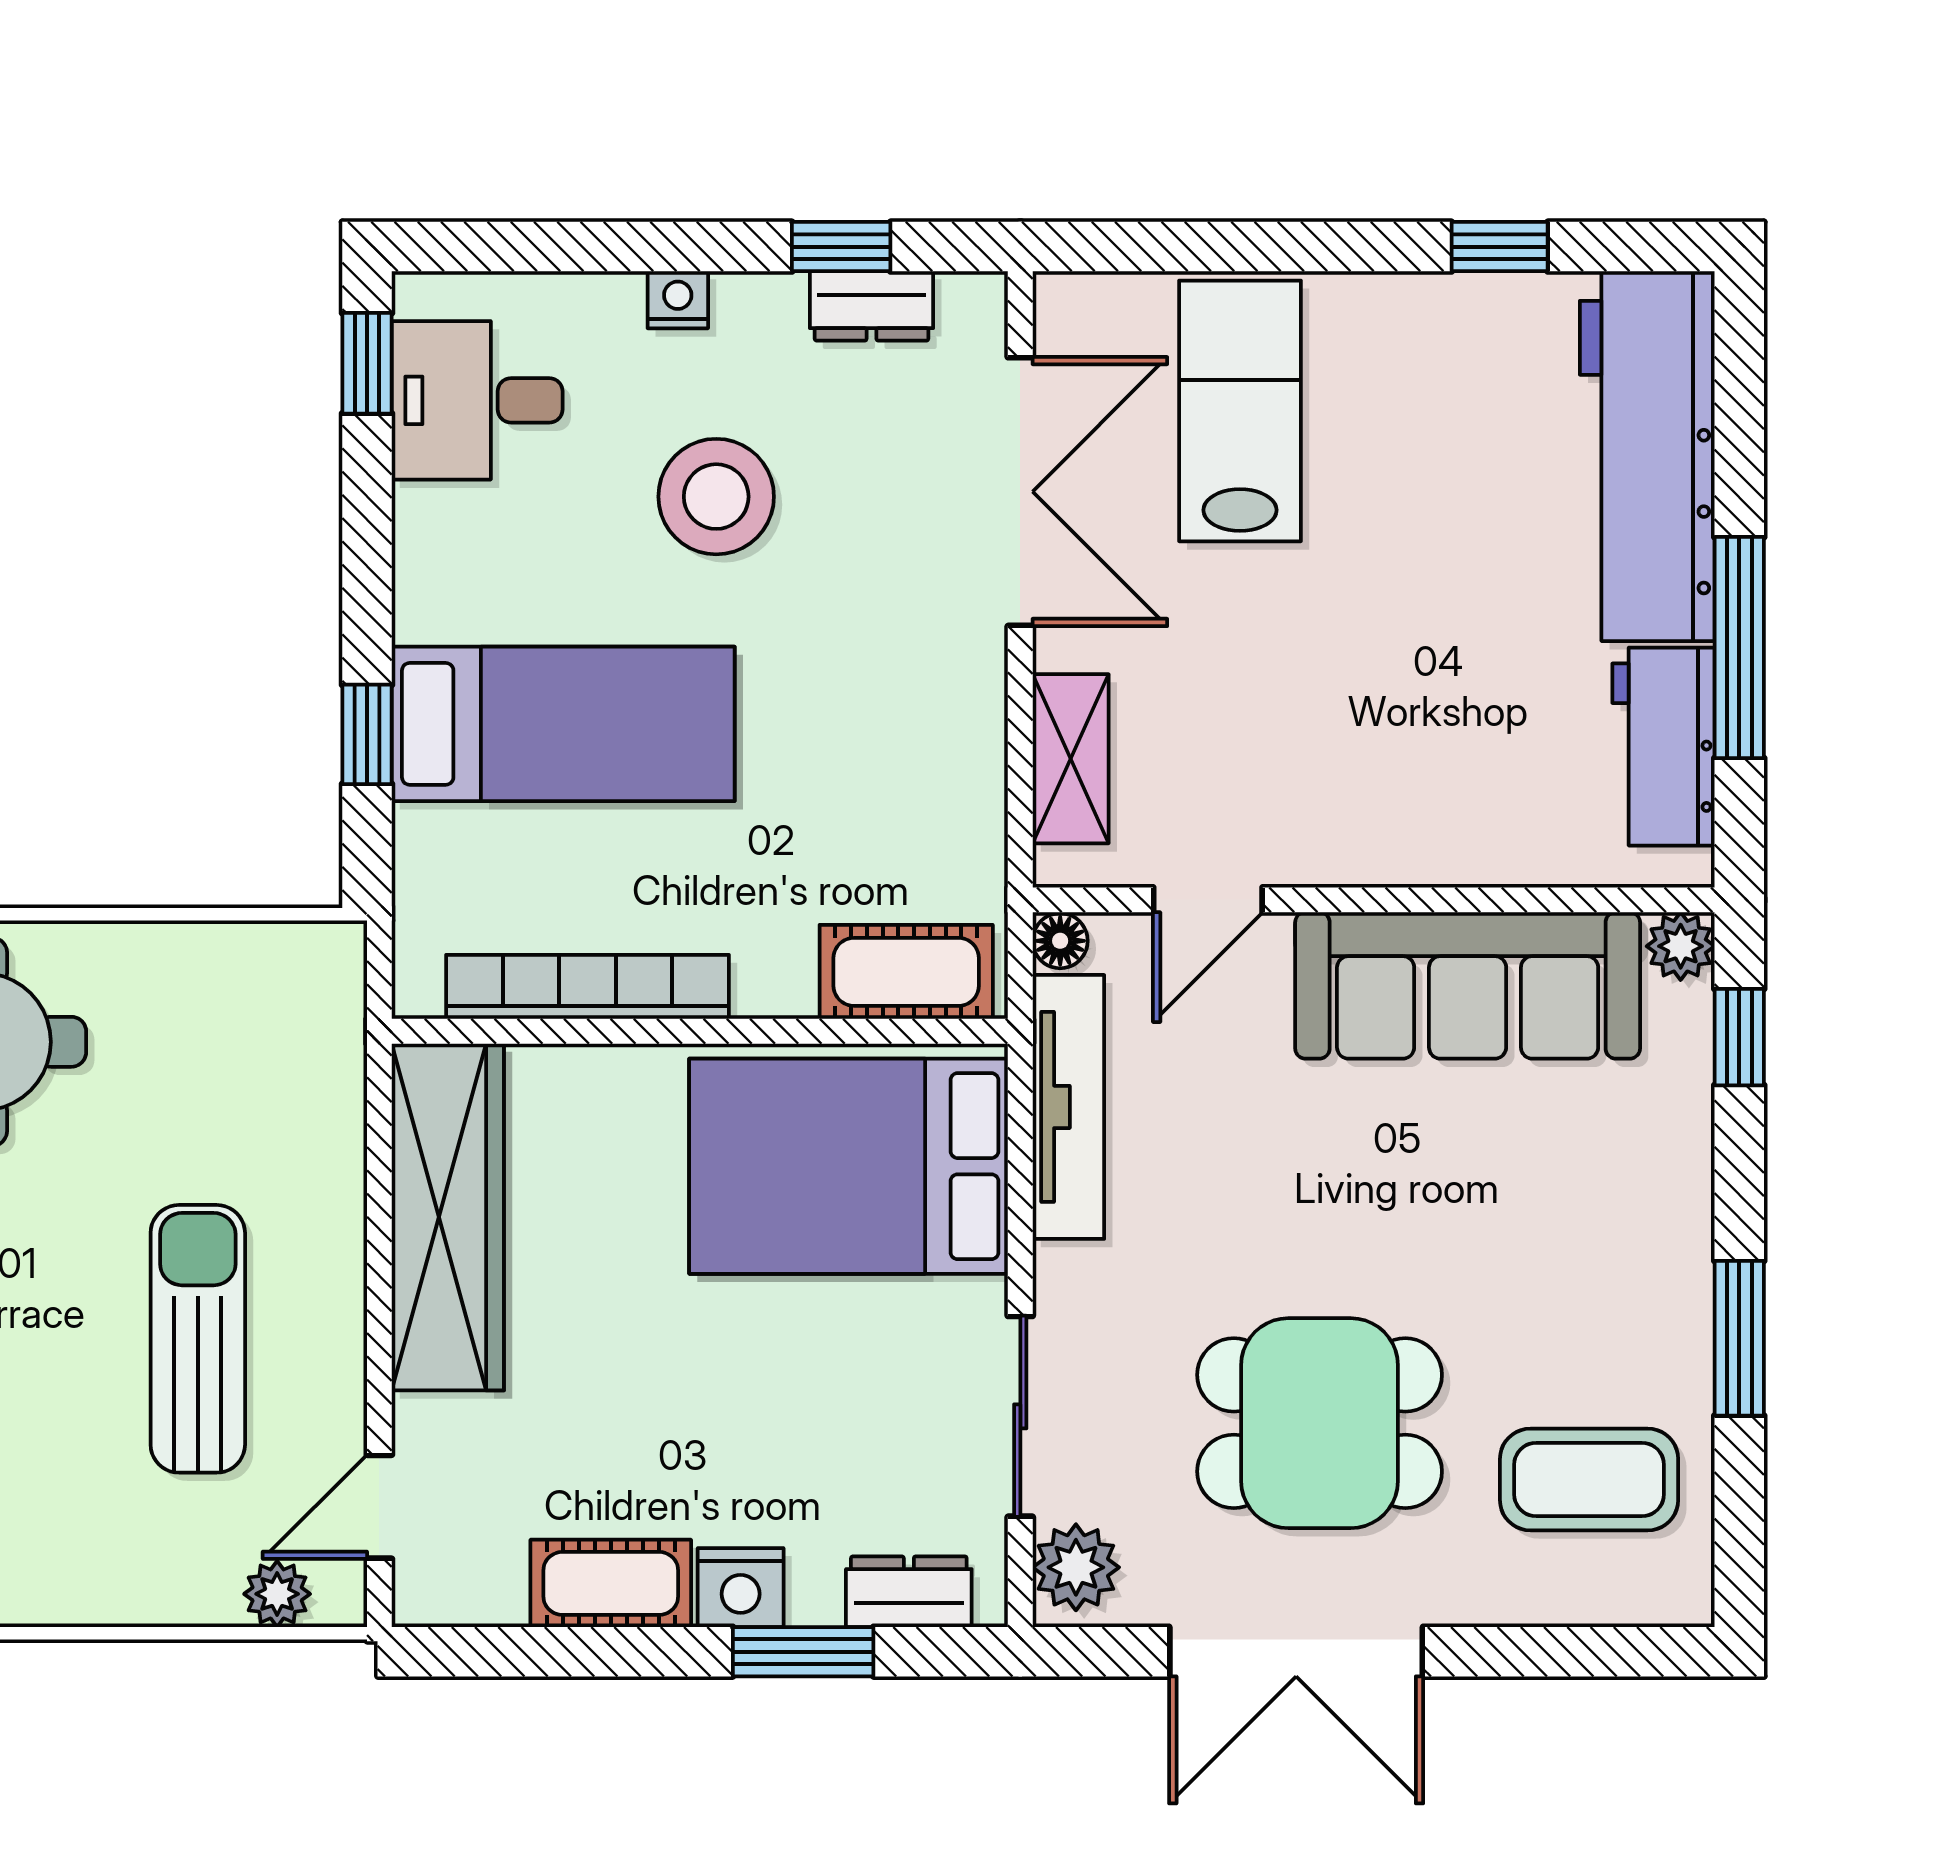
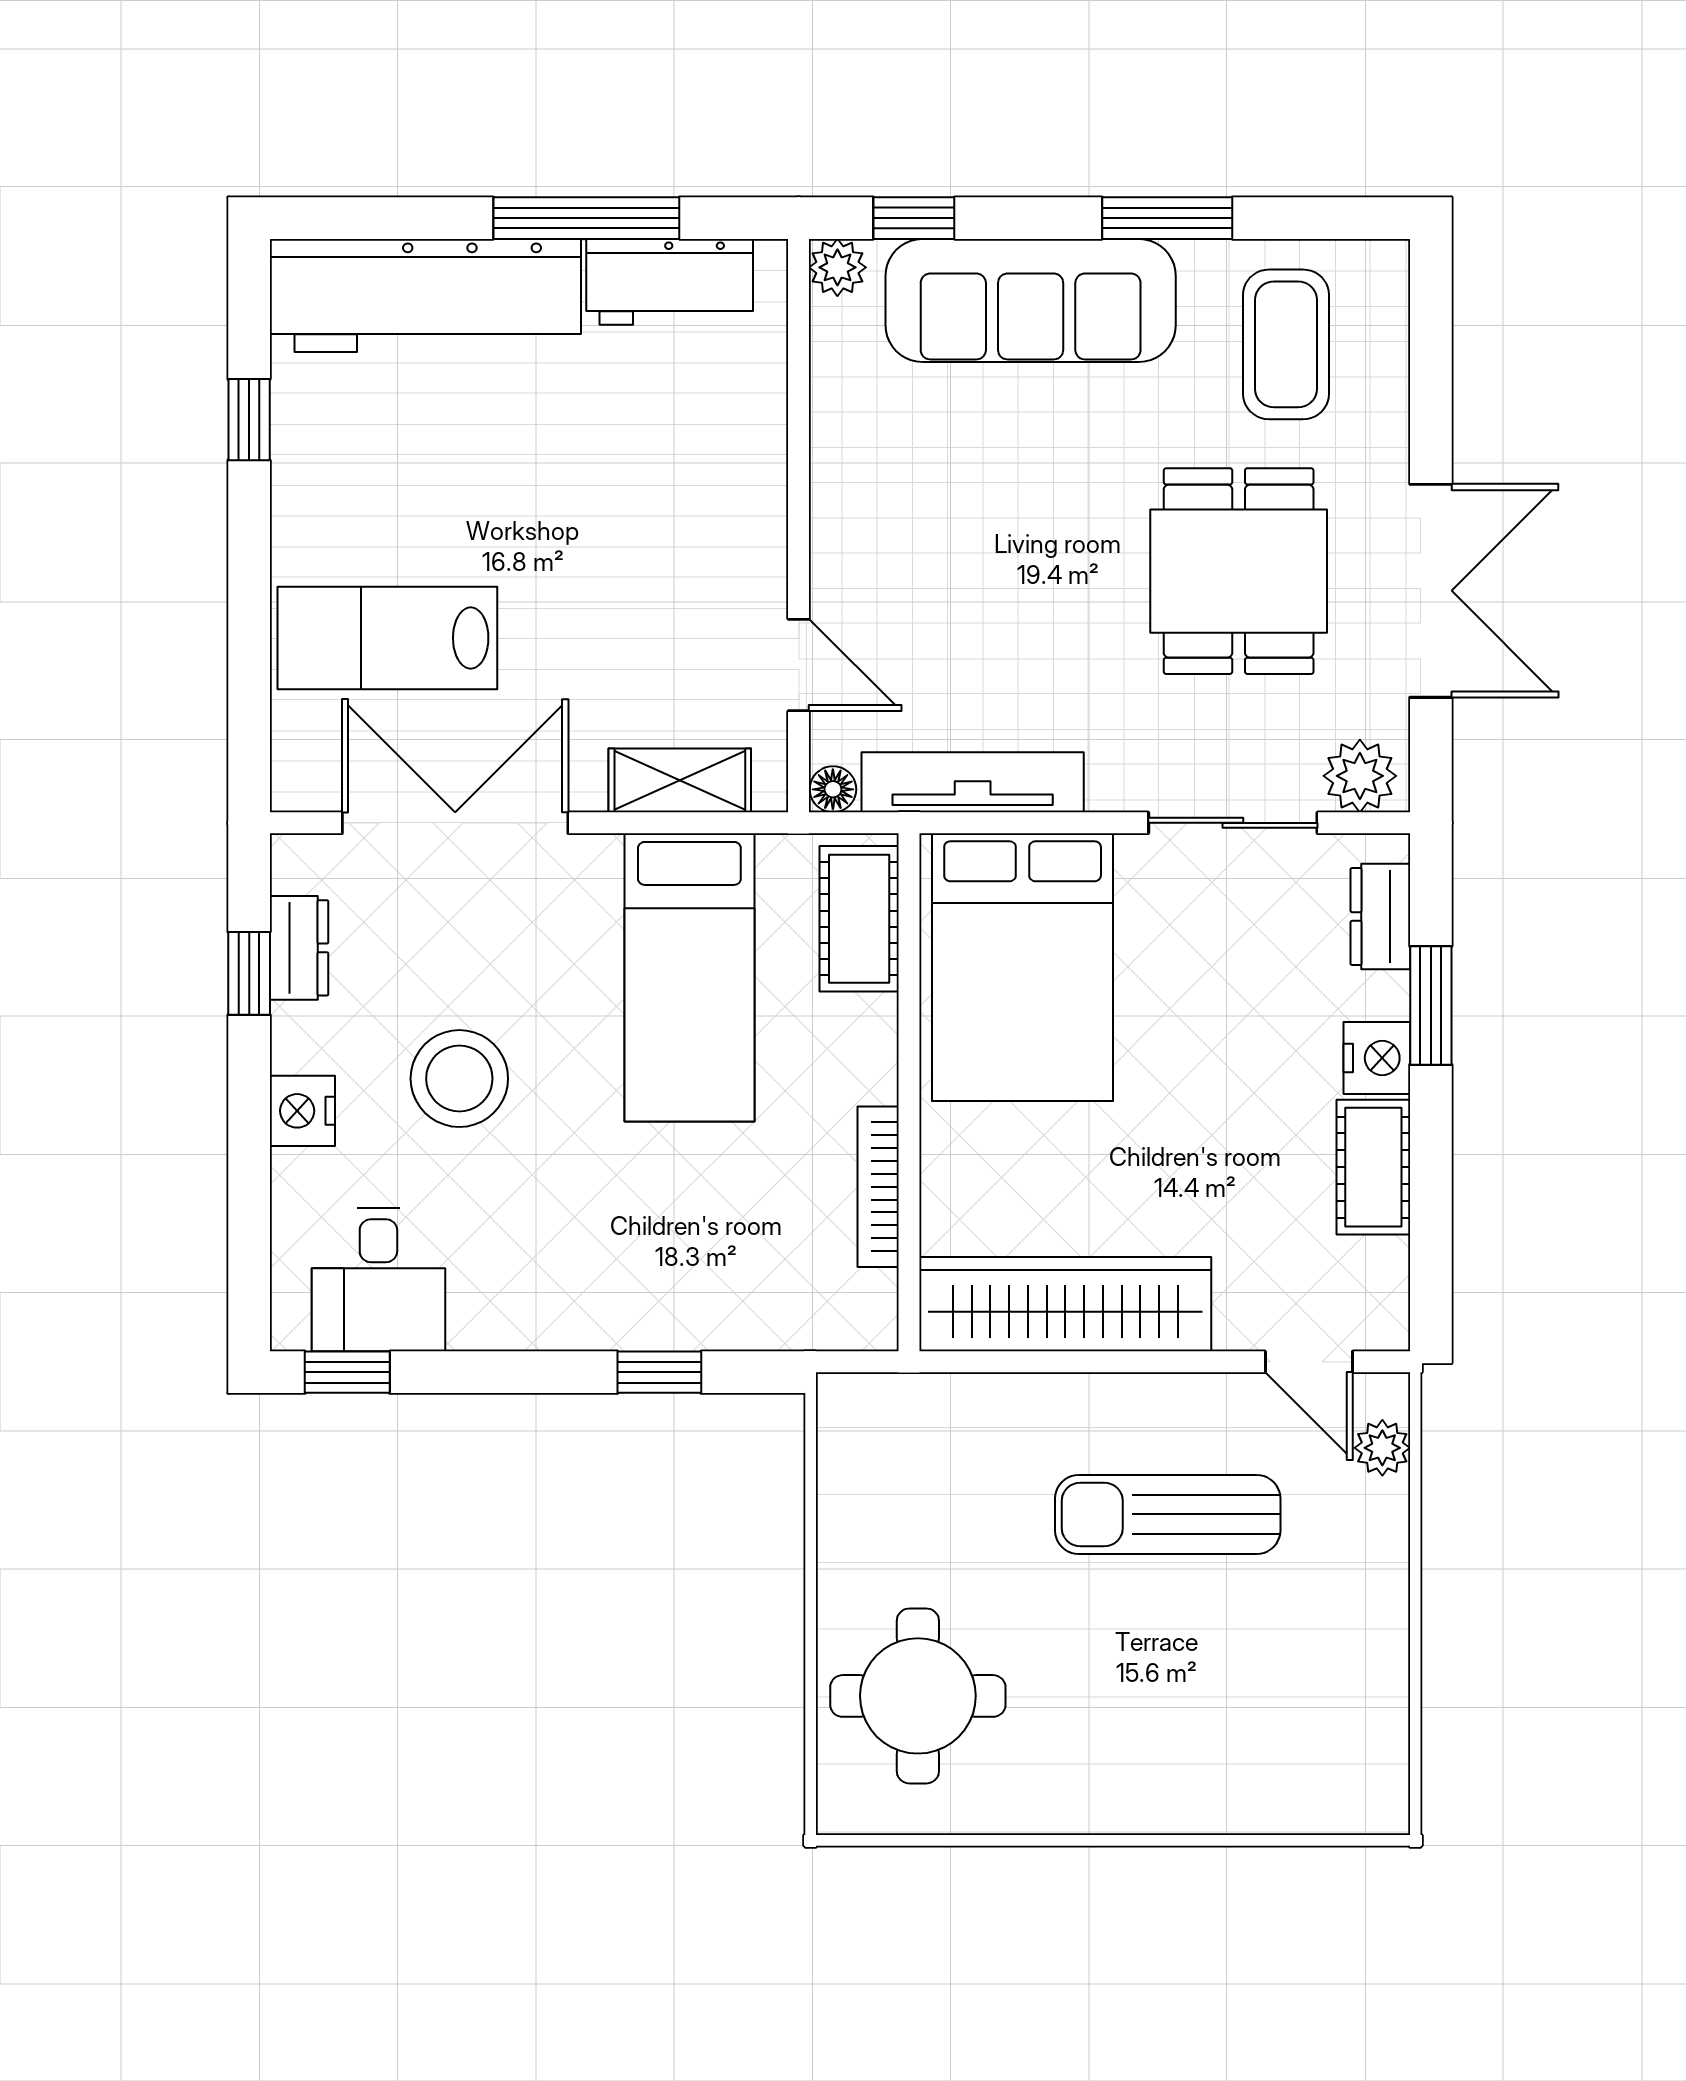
nightstand: (678, 300) -> (302, 1111), width x1.39, depth x1.35
bed: (563, 724) -> (689, 977), moved, turned 180
sofa: (1468, 985) -> (1031, 300), moved, turned 90
bookcase: (588, 987) -> (878, 1187), width x0.68, depth x0.76

